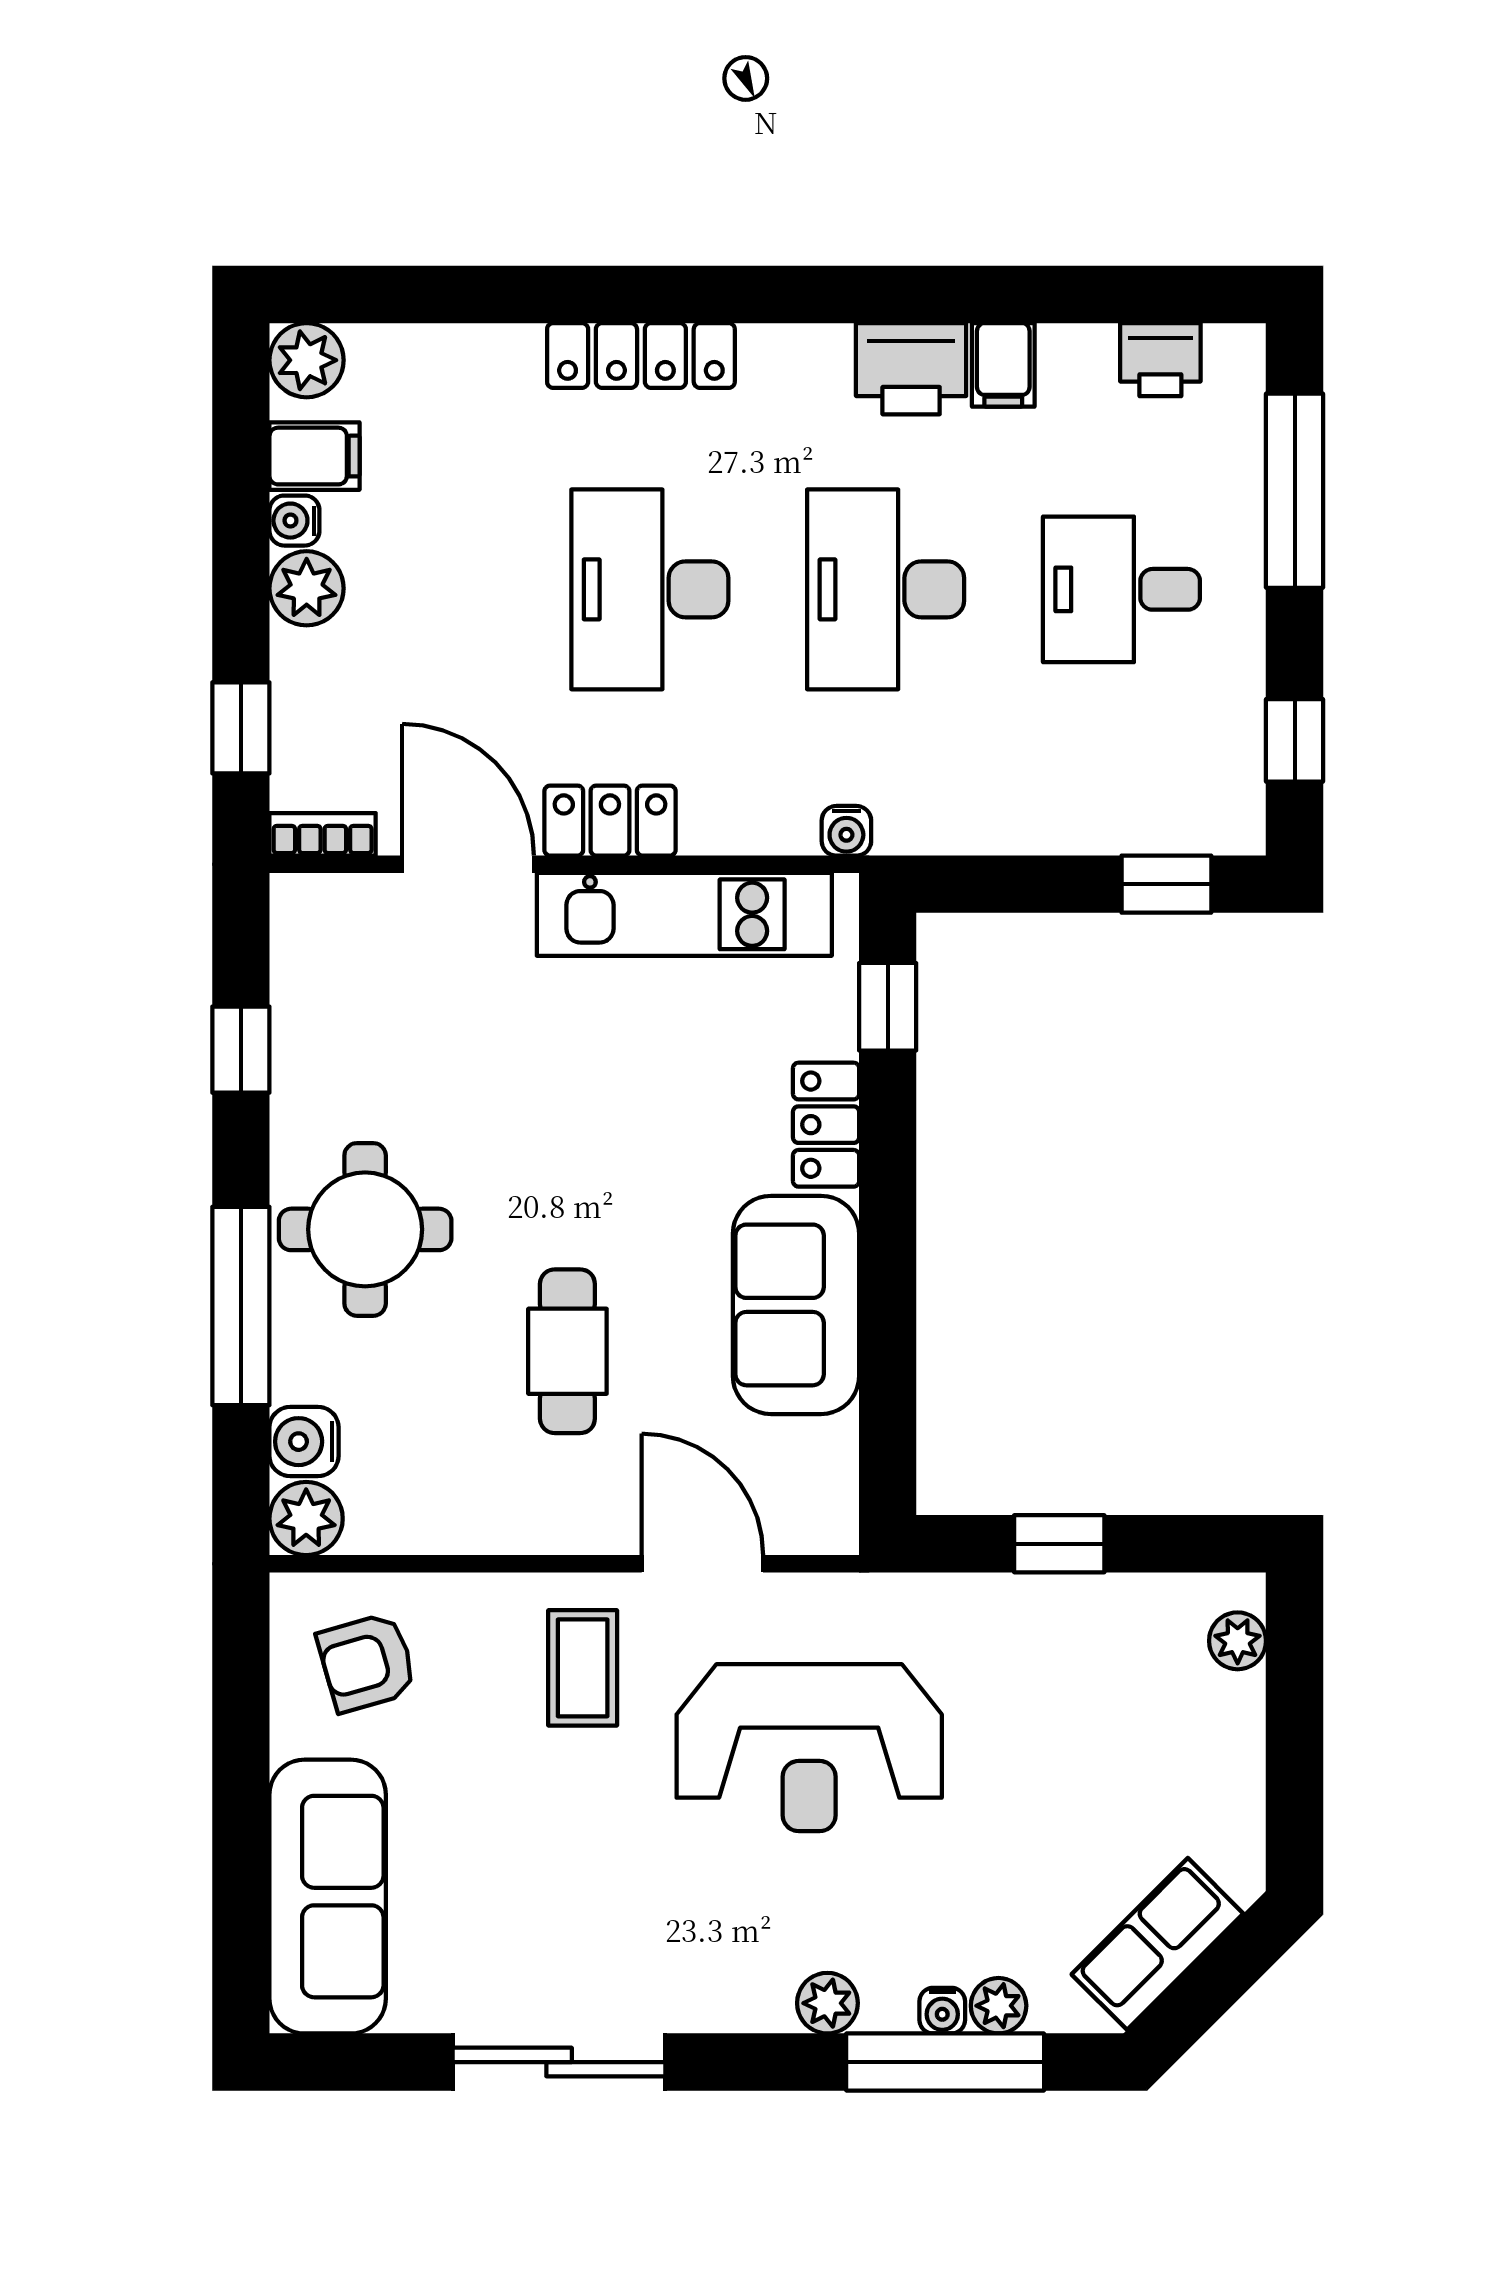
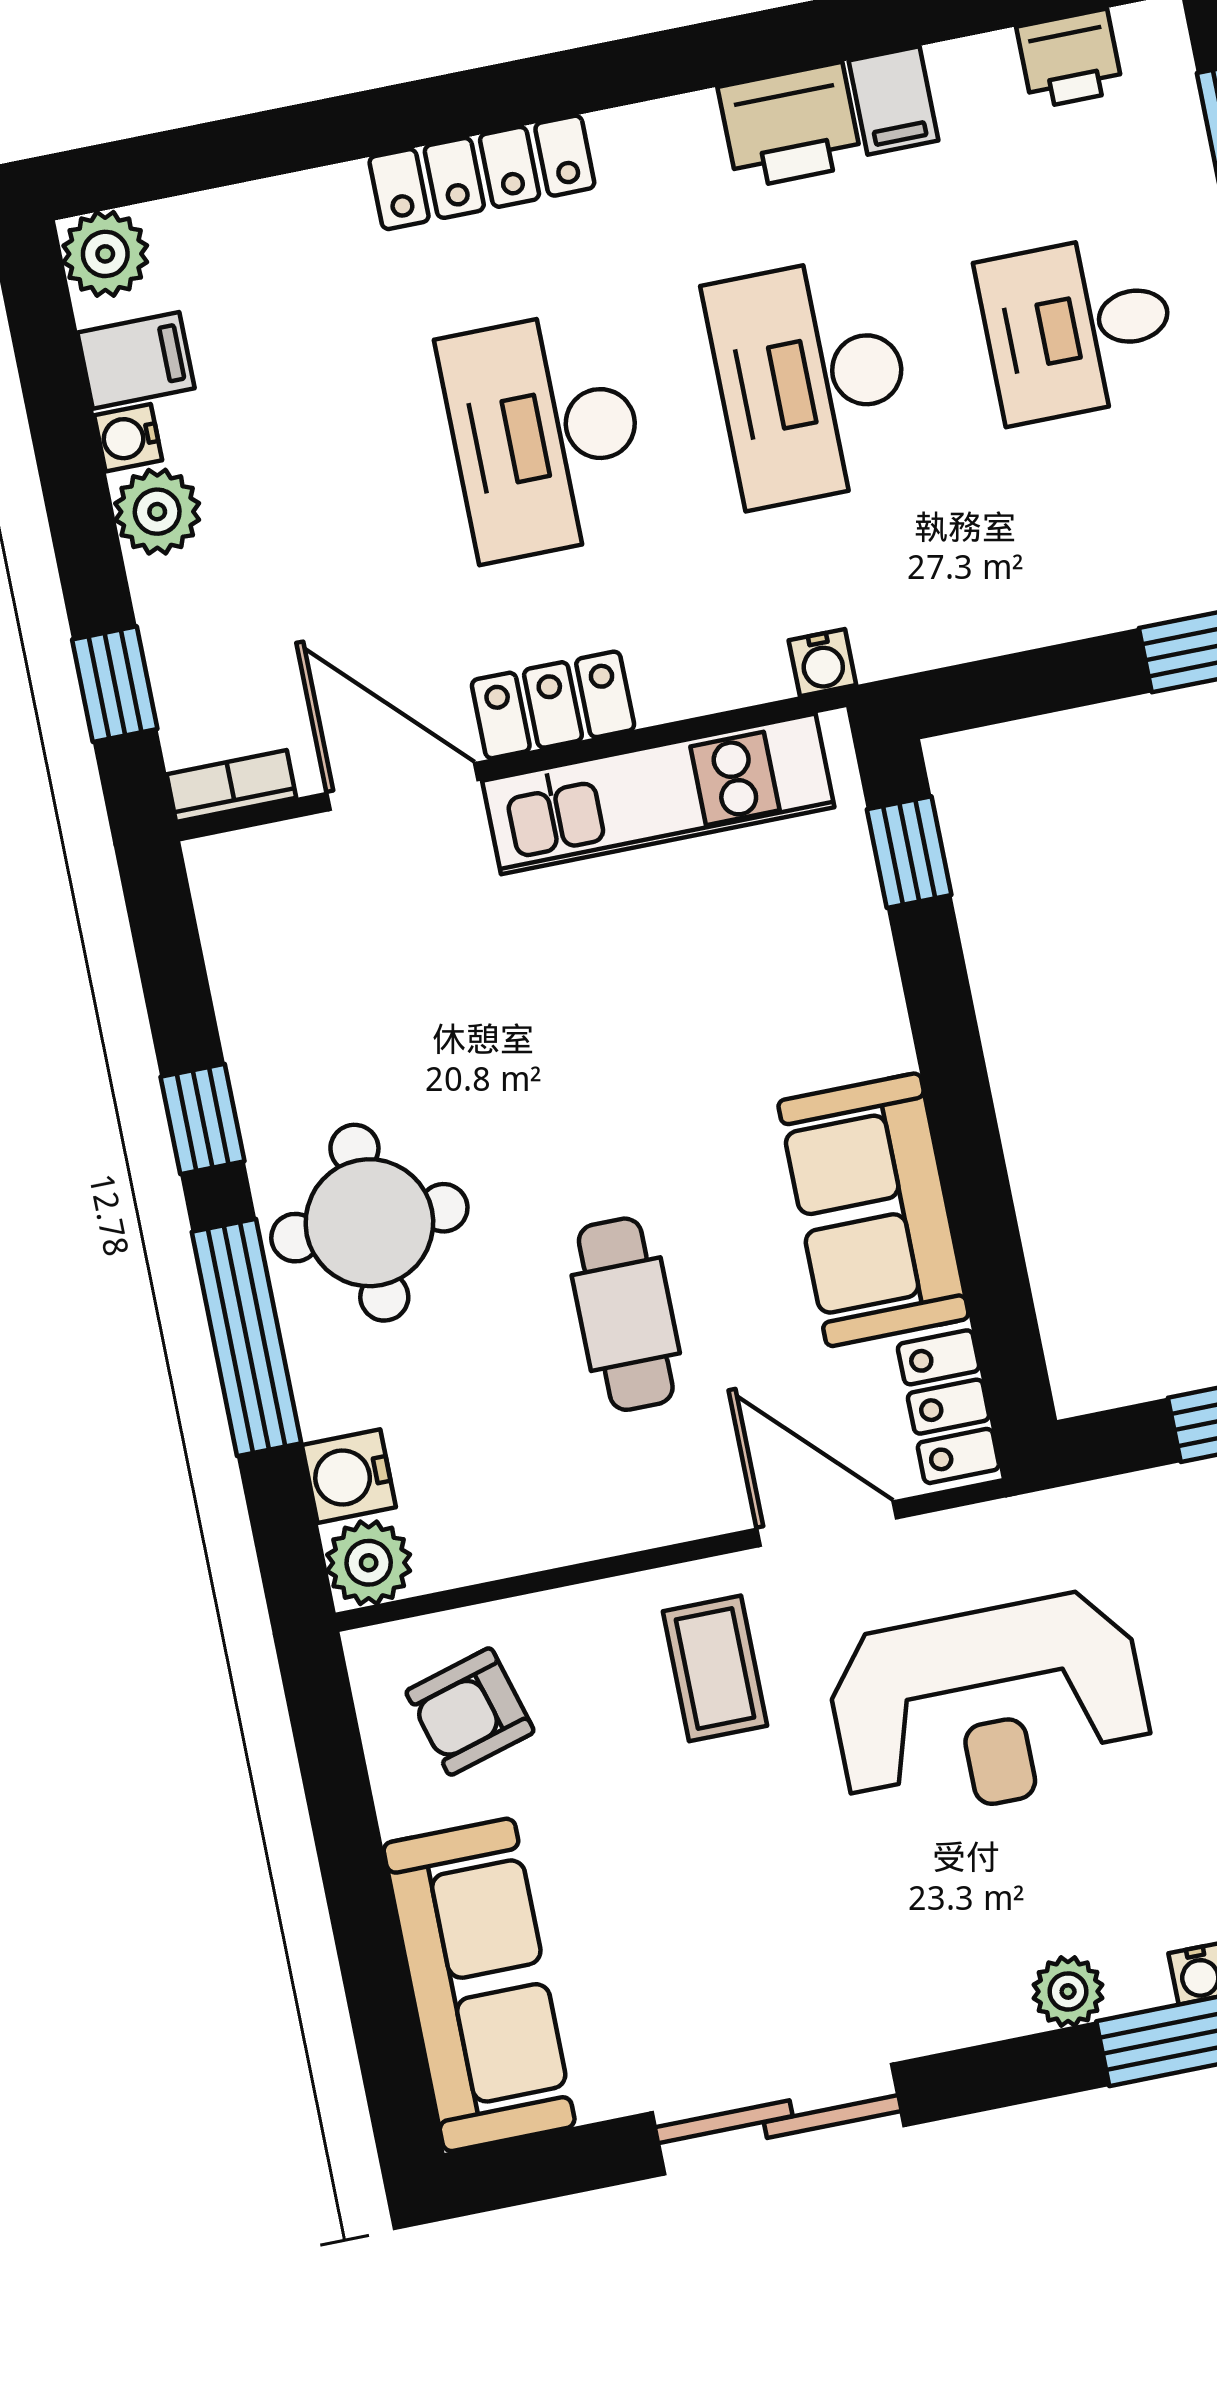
window: (241, 1050) -> (202, 1119), moved
locker: (826, 1125) -> (948, 1407), moved

